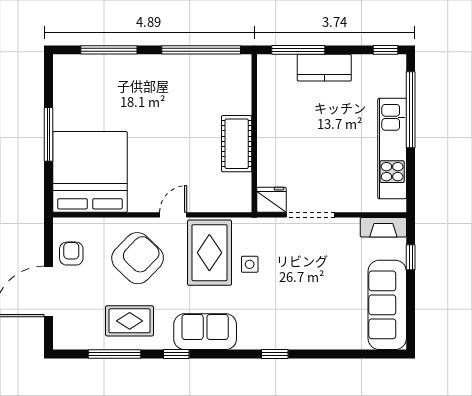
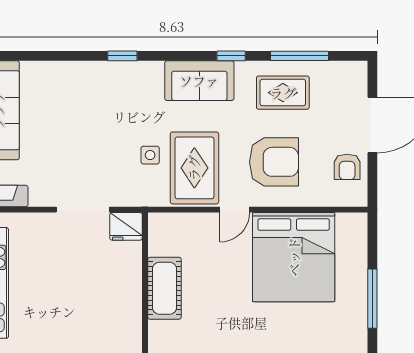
bed: (90, 172) -> (294, 257), moved
armchair: (138, 258) -> (274, 162), turned -134

